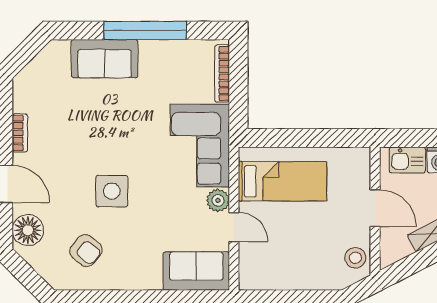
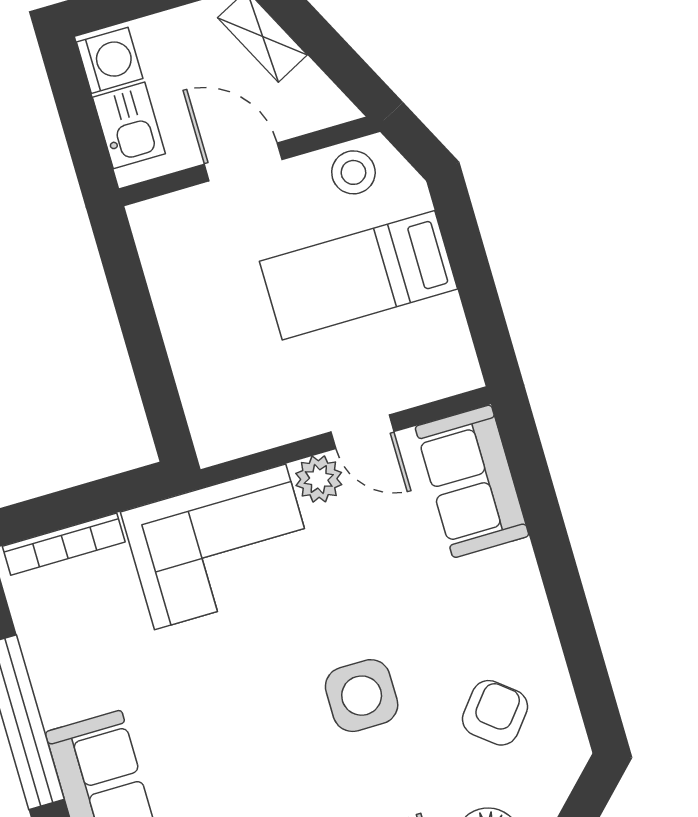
bed: (282, 181) -> (359, 275), moved, turned -90
door: (375, 208) -> (243, 162), hinge flipped
door: (234, 227) -> (362, 432), swing flipped

